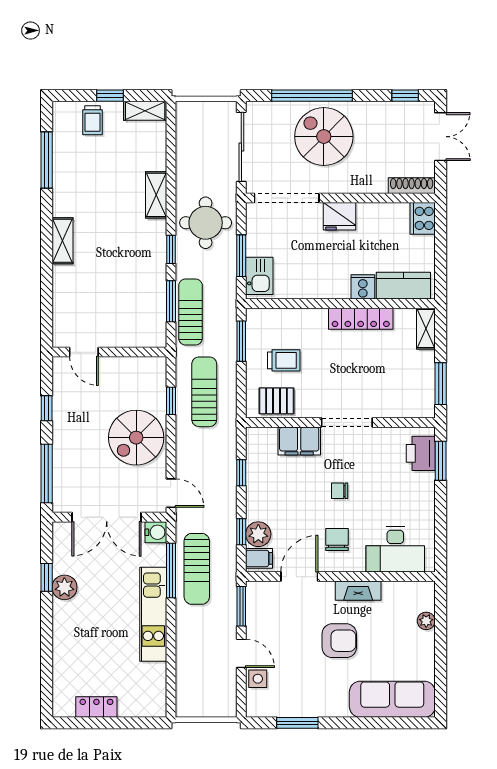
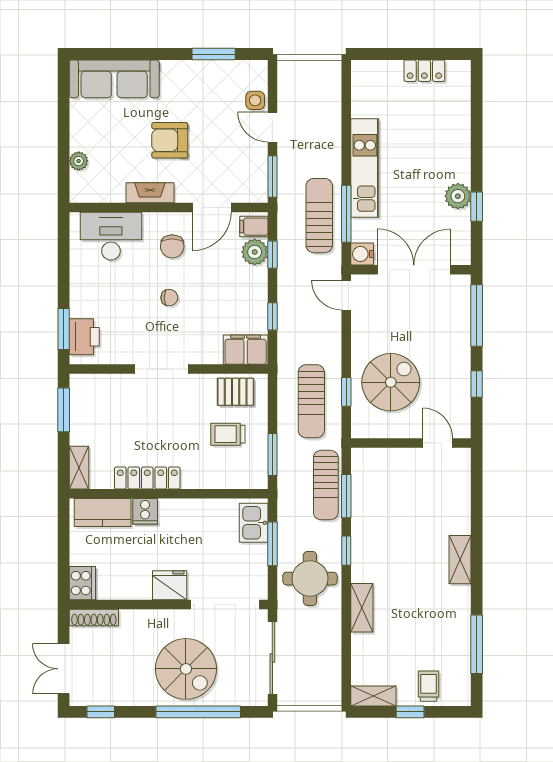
spiral stairs: (136, 438) -> (391, 382), moved
filing cabinet: (299, 441) -> (246, 350), moved

